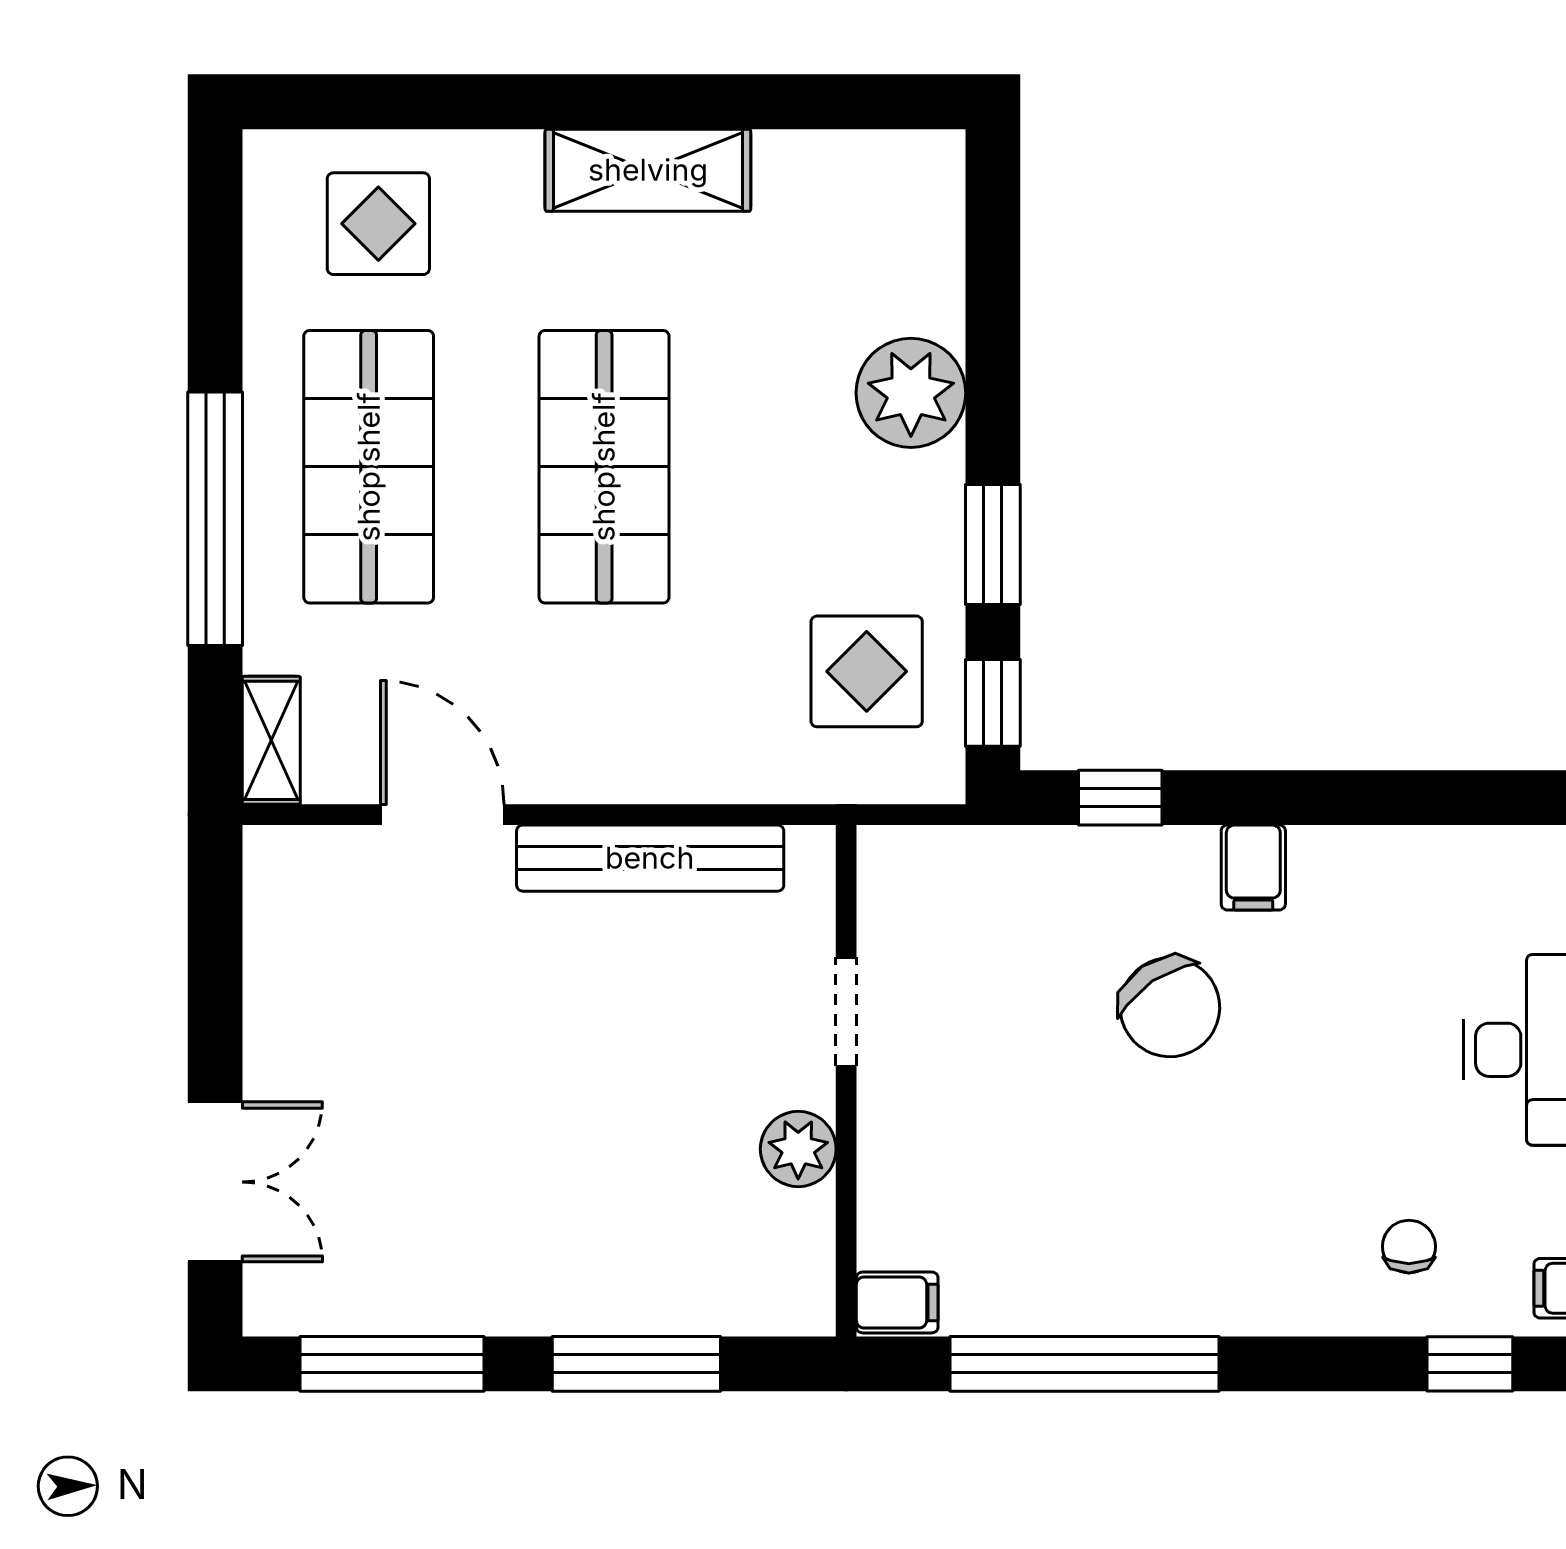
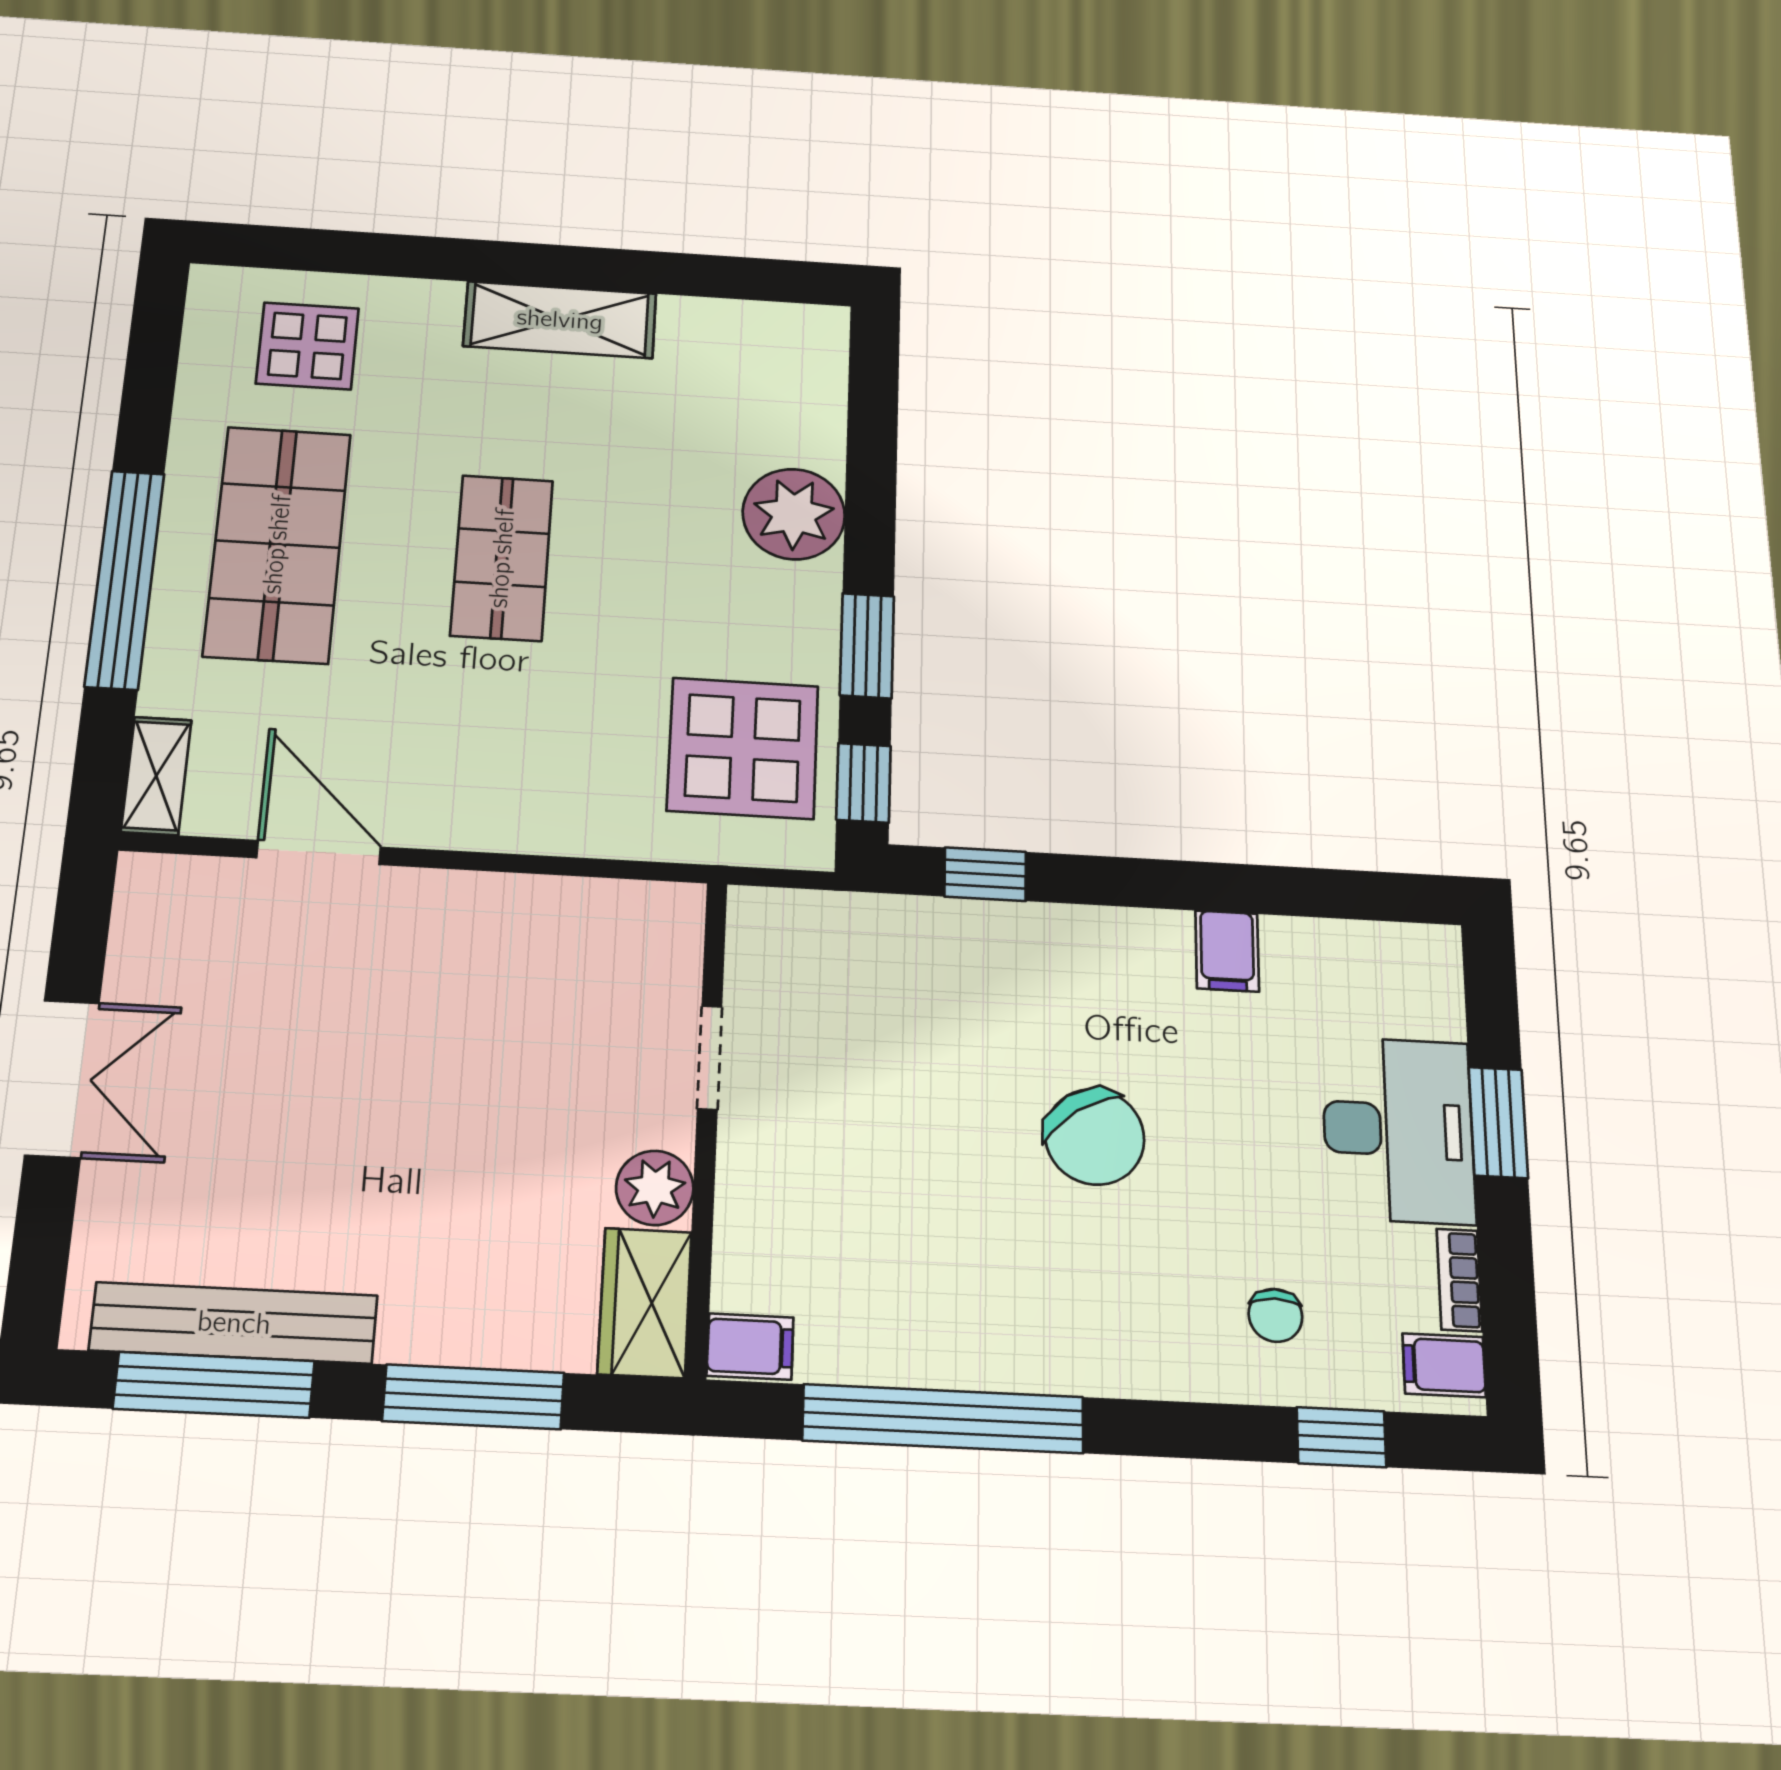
shop shelf: (604, 467) -> (502, 558), width x0.70, depth x0.74
display table: (867, 671) -> (743, 748), width x1.36, depth x1.36
bench: (650, 858) -> (234, 1323), moved
filing cabinet: (1253, 868) -> (1227, 951), moved
chair: (1170, 1007) -> (1095, 1137), moved
double door: (215, 1182) -> (62, 1079), moved
chair: (1409, 1247) -> (1275, 1315), turned 180
wardrobe: (794, 1264) -> (645, 1303), added

